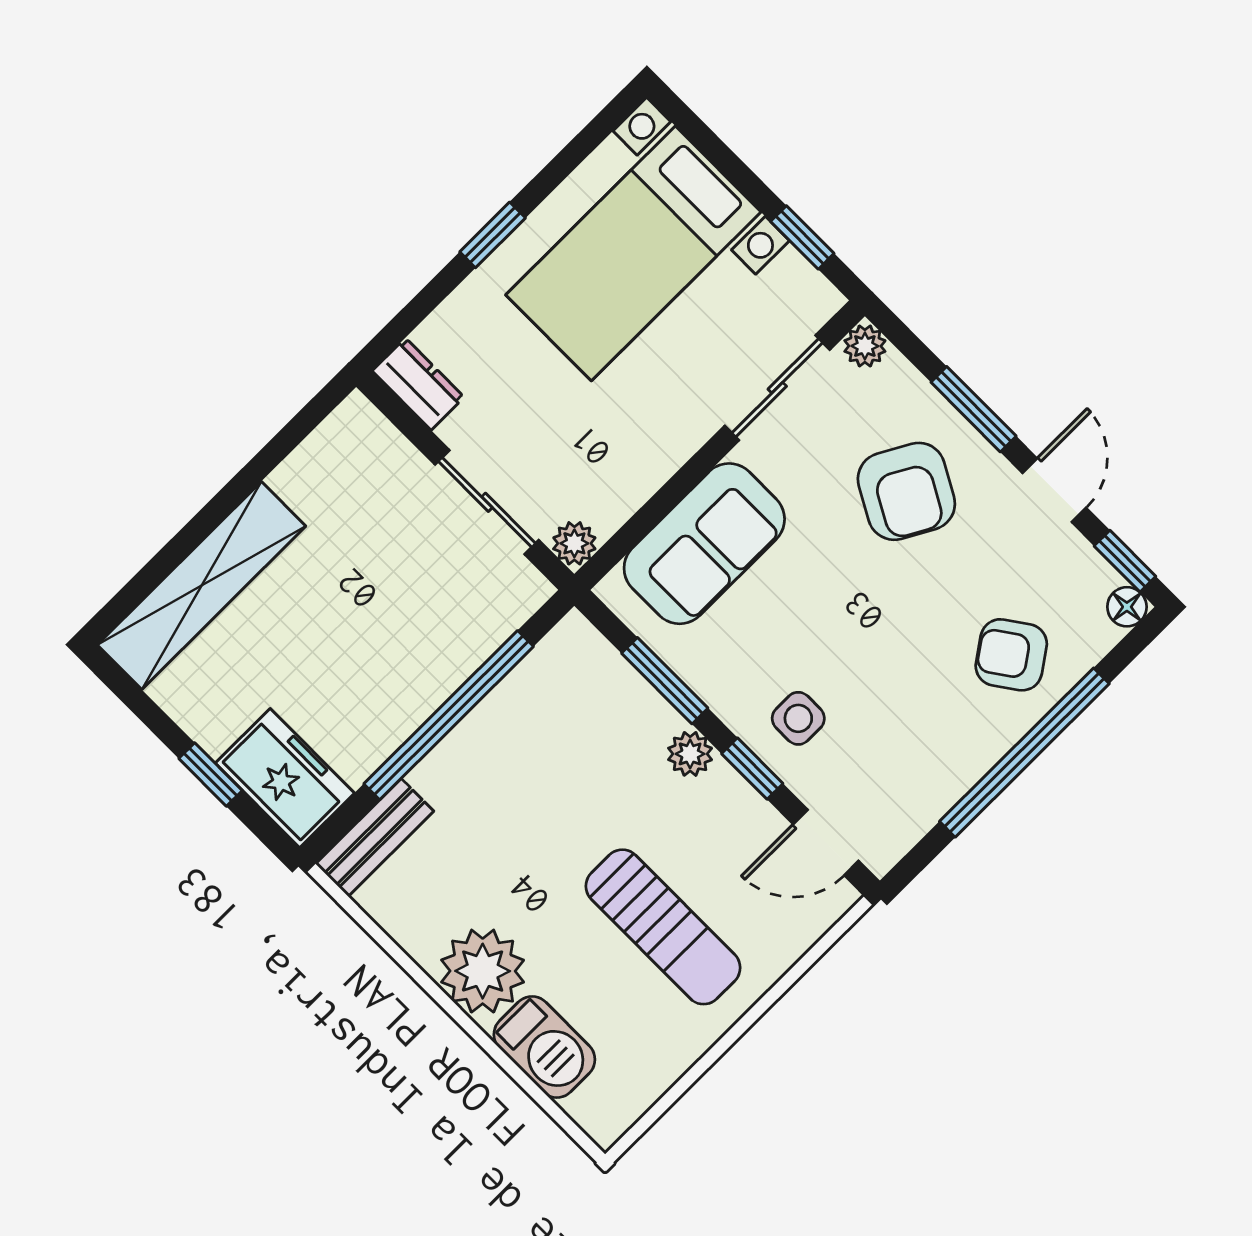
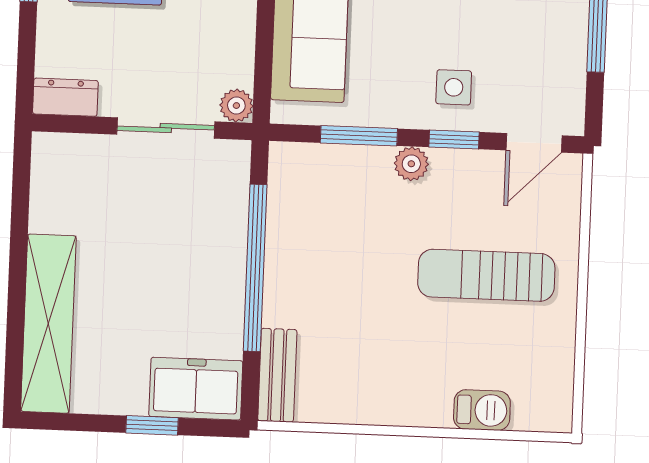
sun lounger: (663, 927) -> (486, 275), turned 180
plant: (483, 971) -> (408, 394), removed
barbecue: (544, 1047) -> (482, 410), width x0.73, depth x0.79

